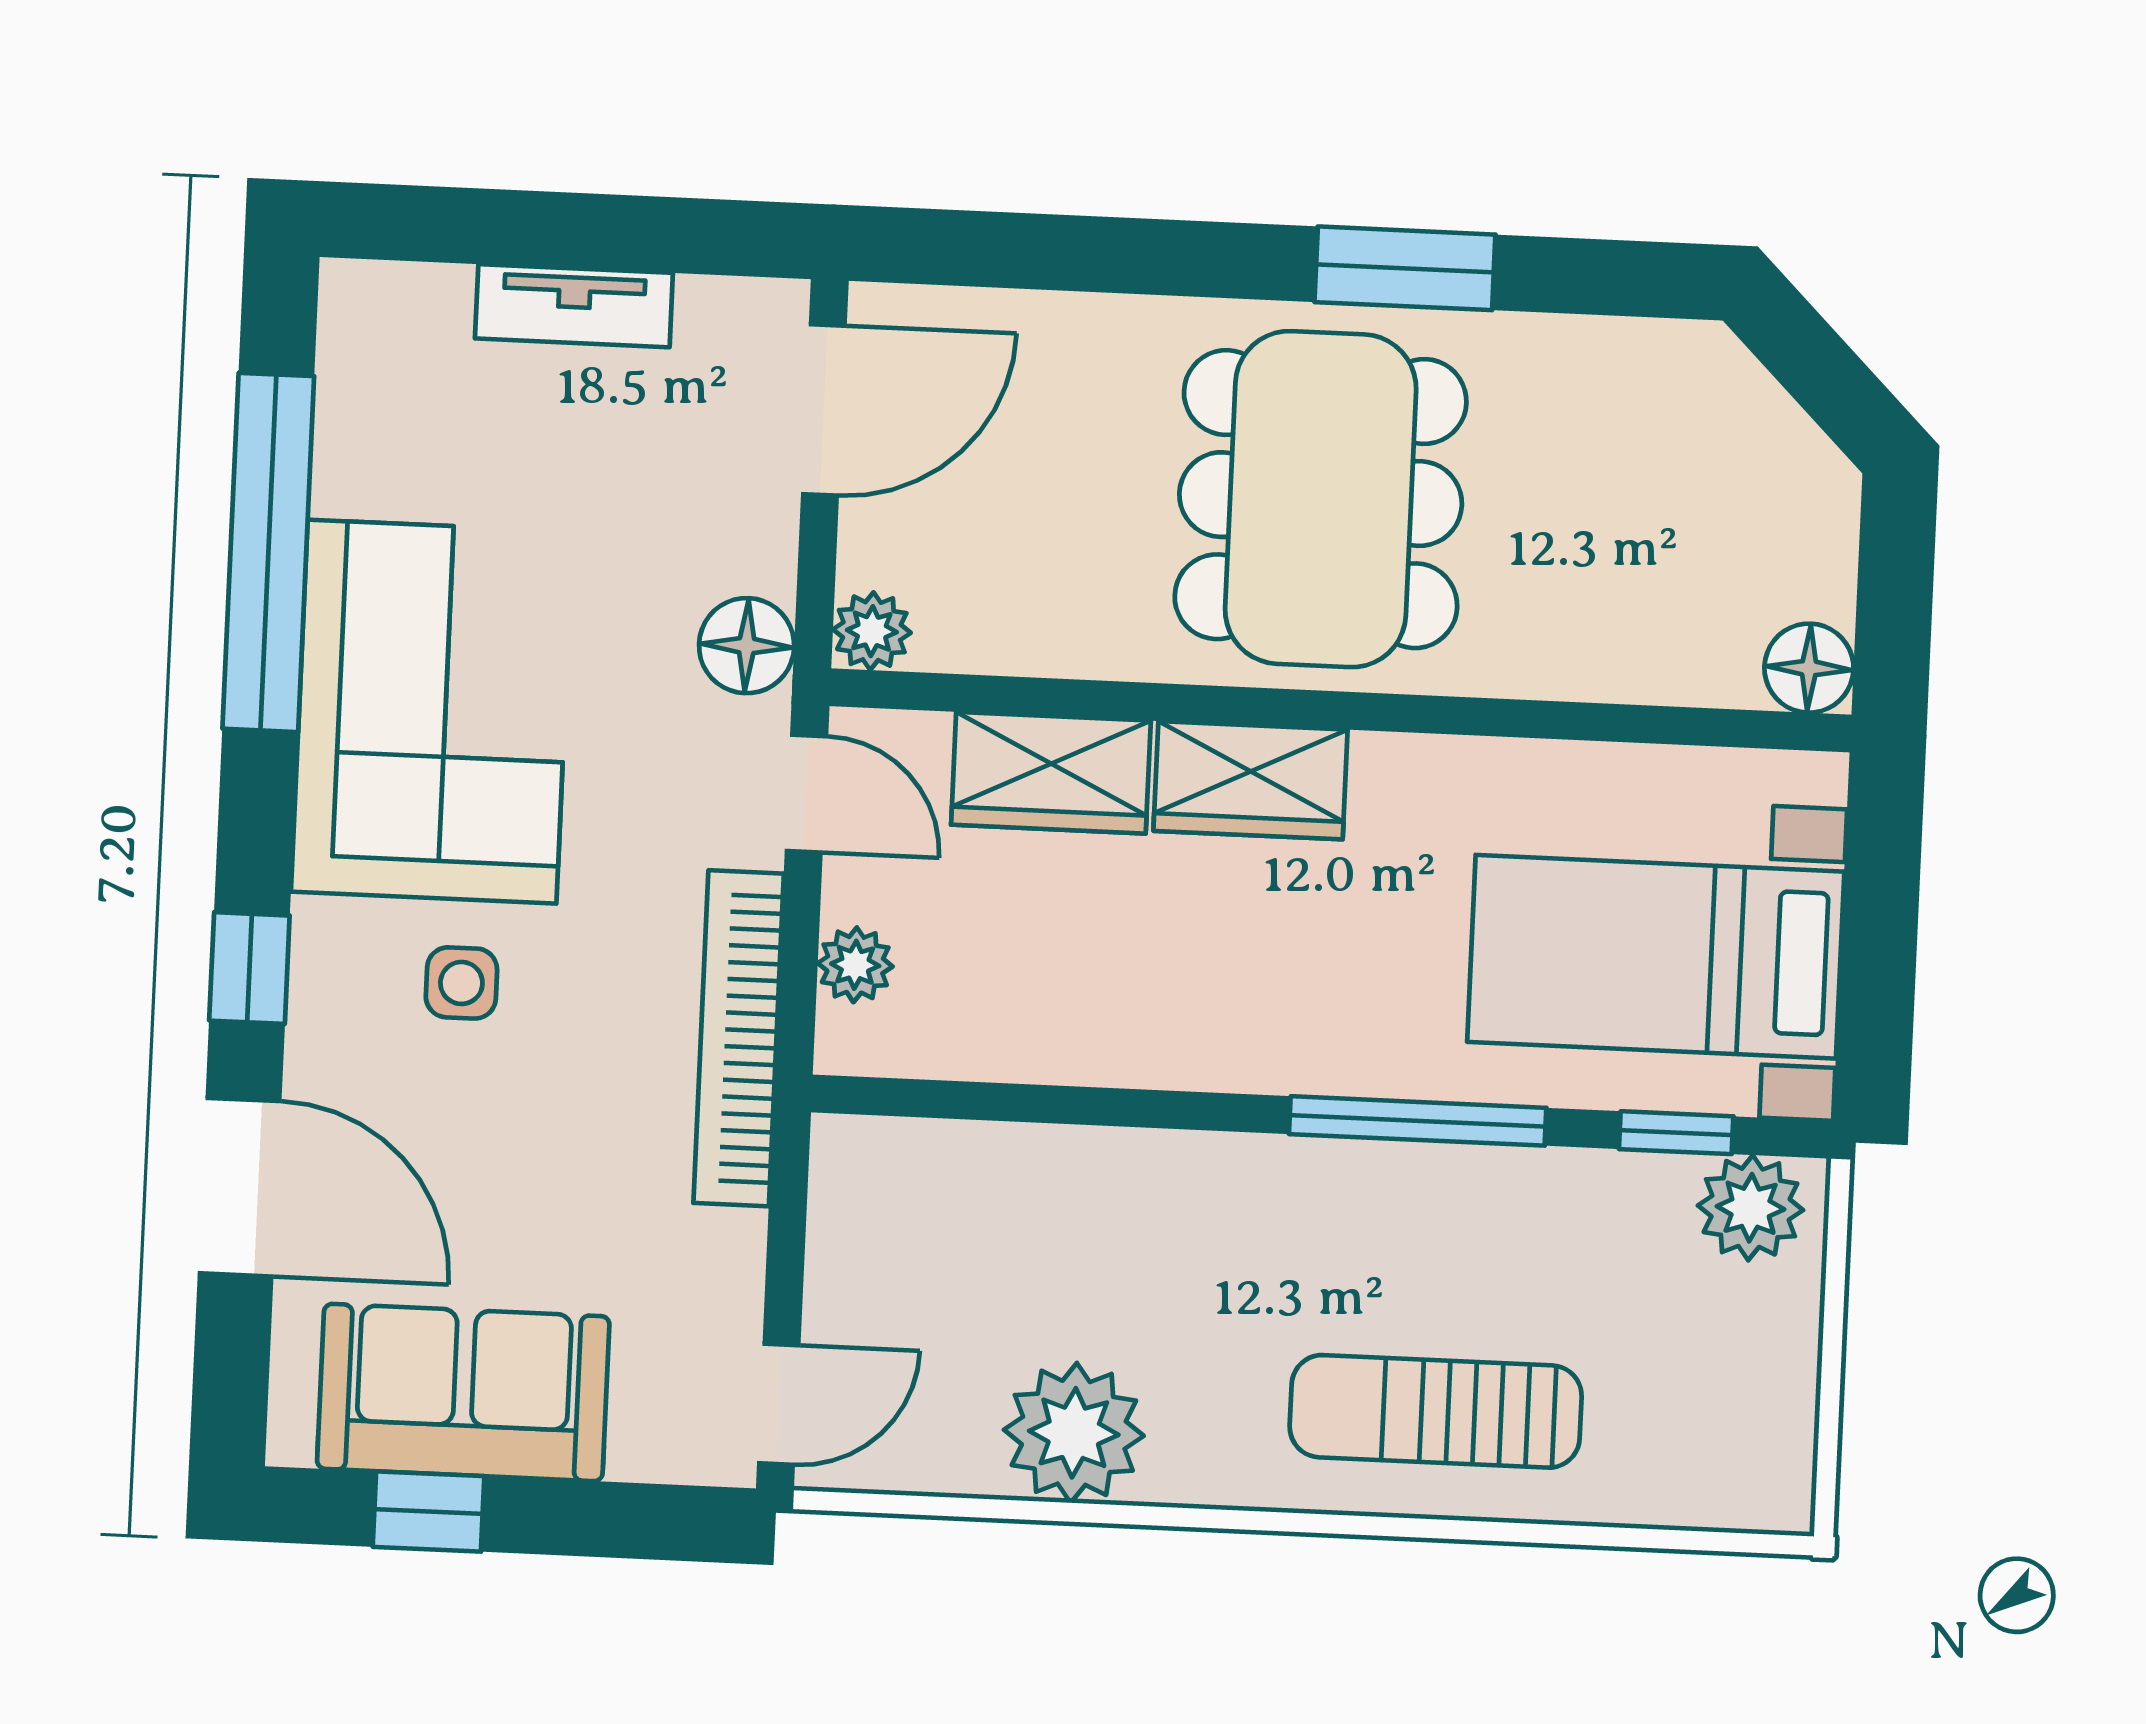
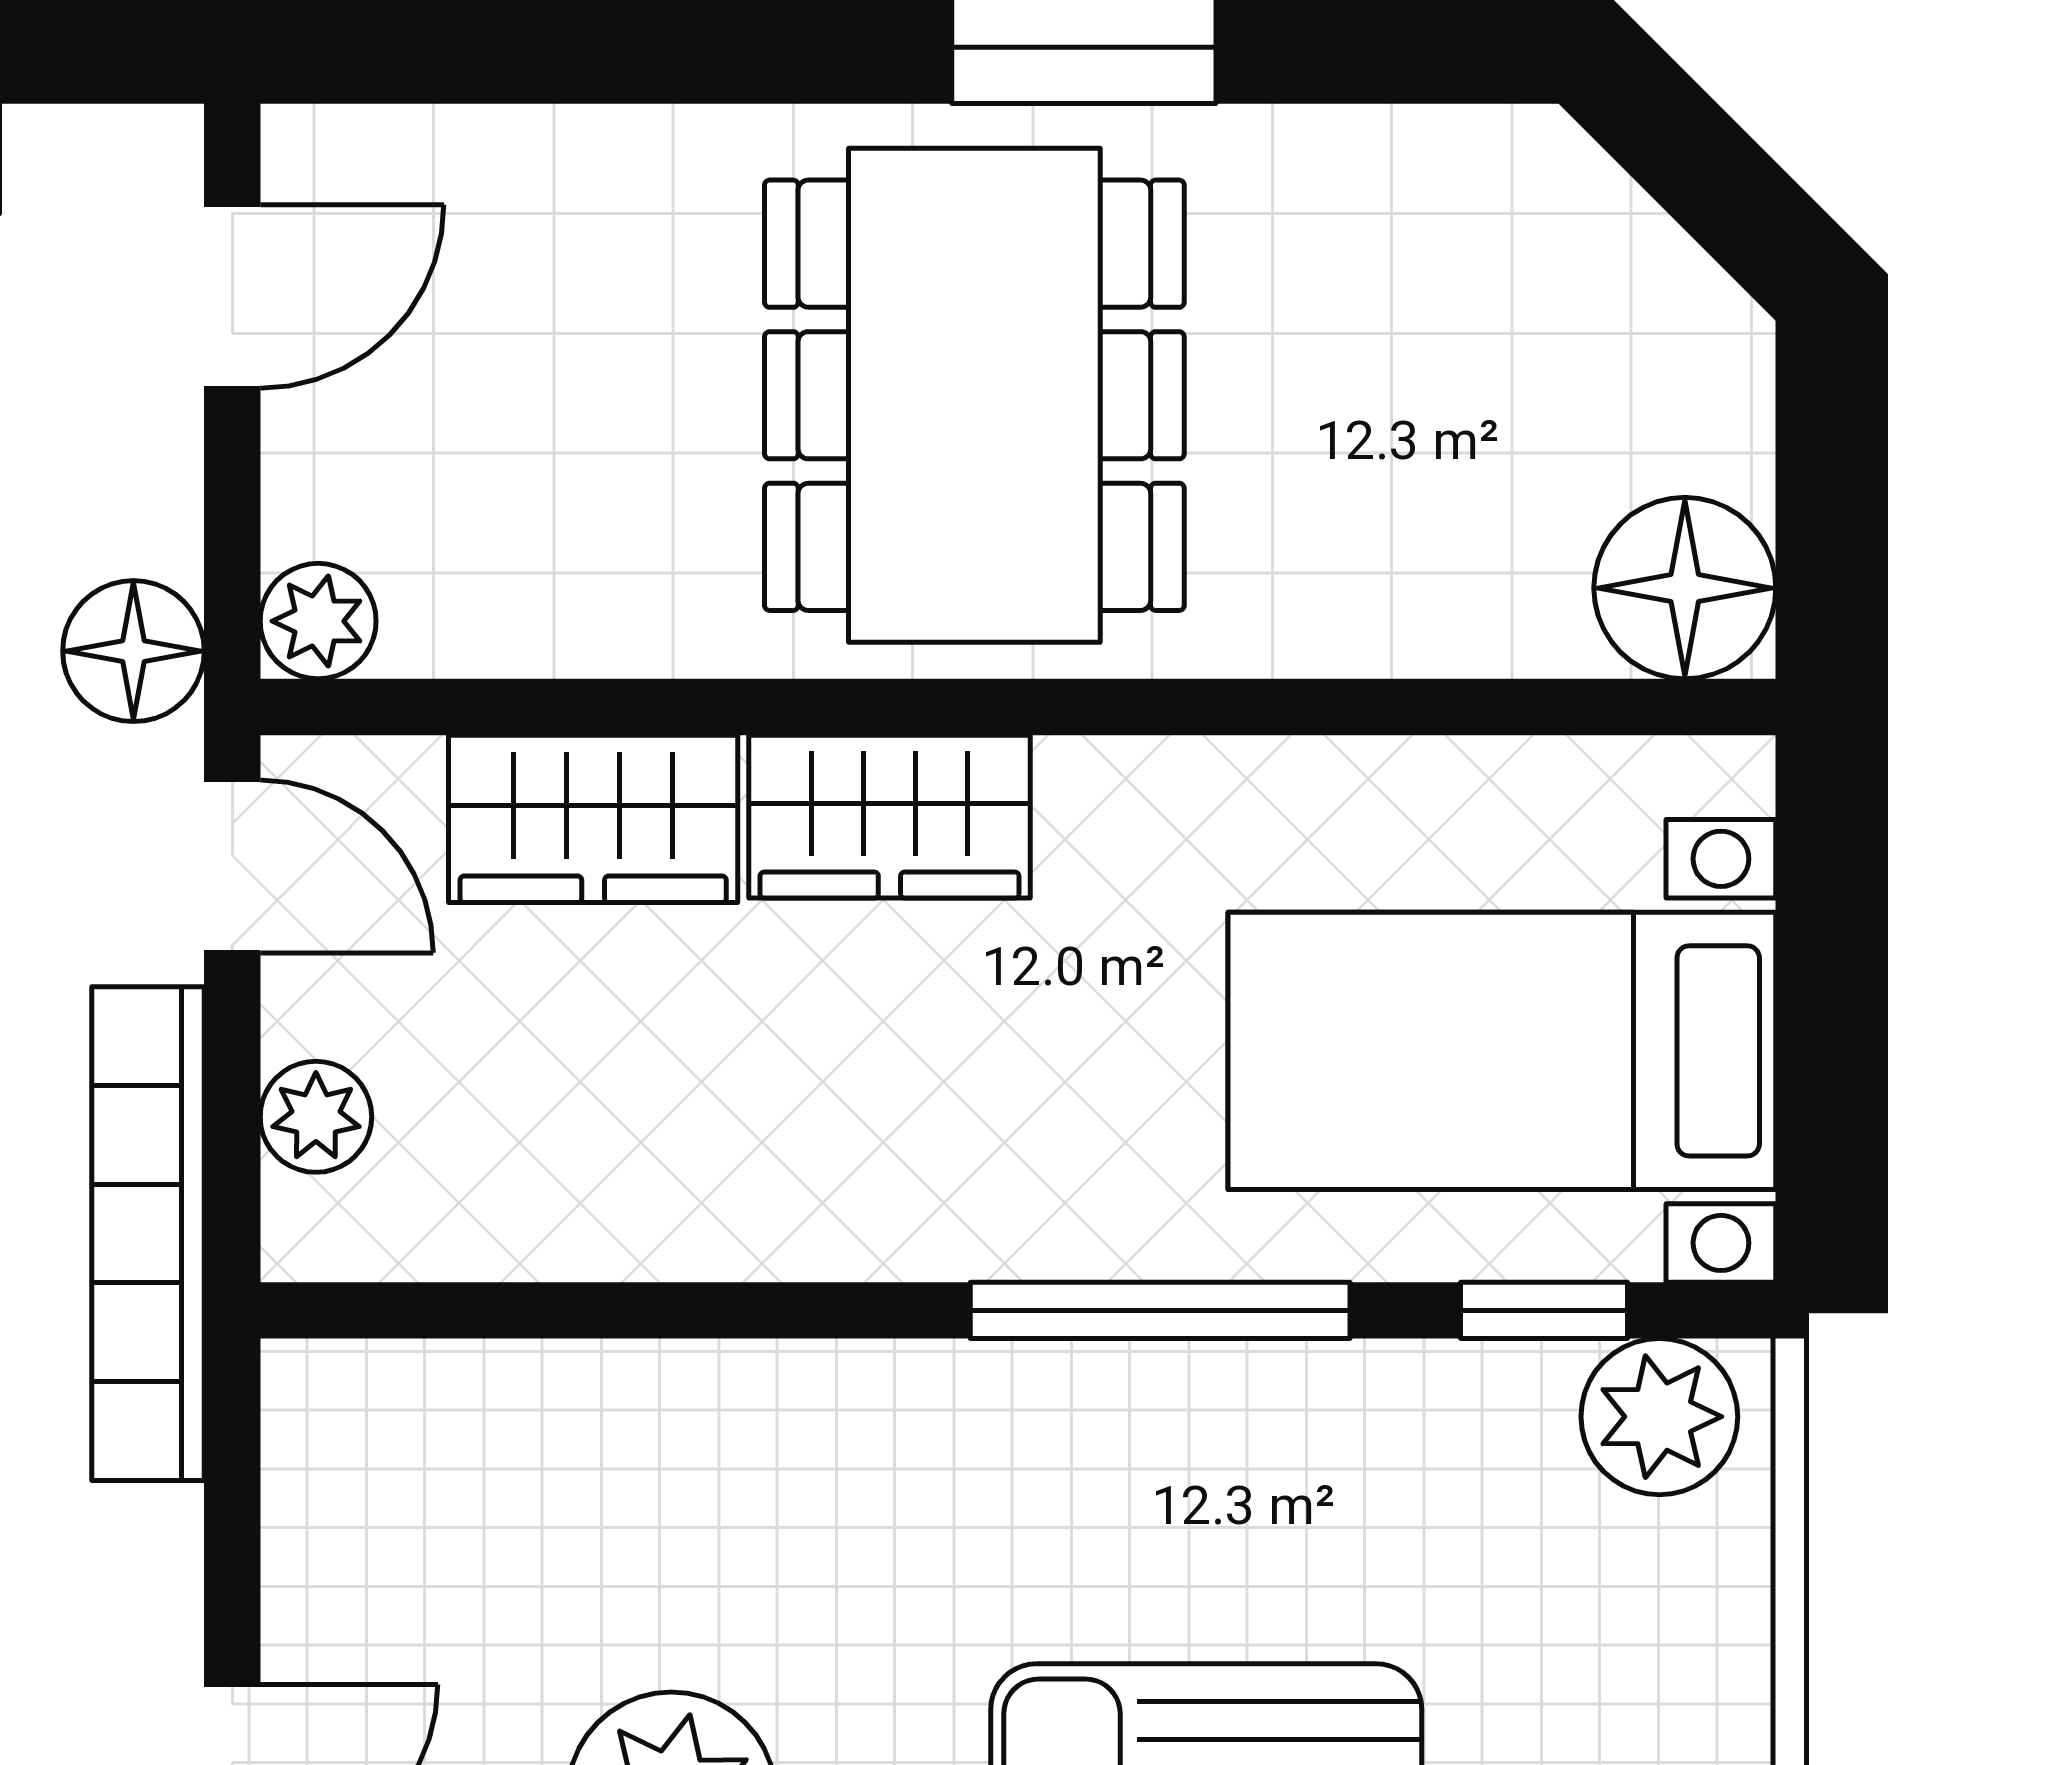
door: (824, 410) -> (232, 296), width x0.73
floor lamp: (1809, 668) -> (1685, 588), width x1.38, depth x1.38

